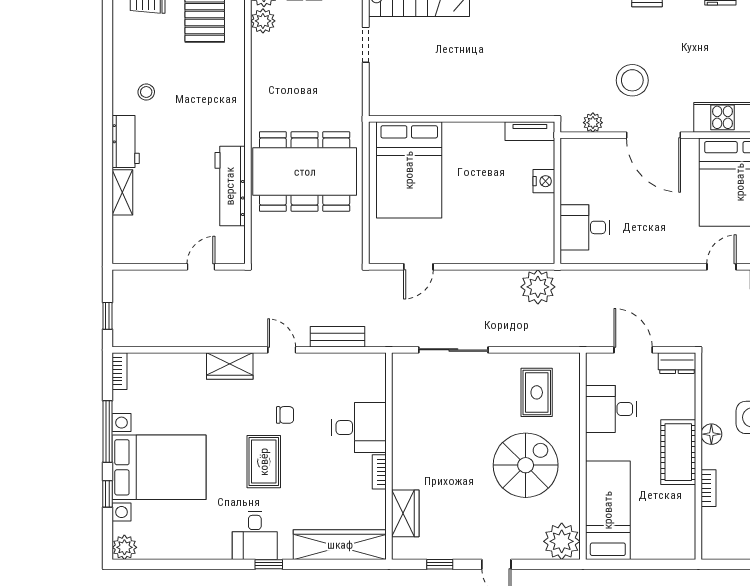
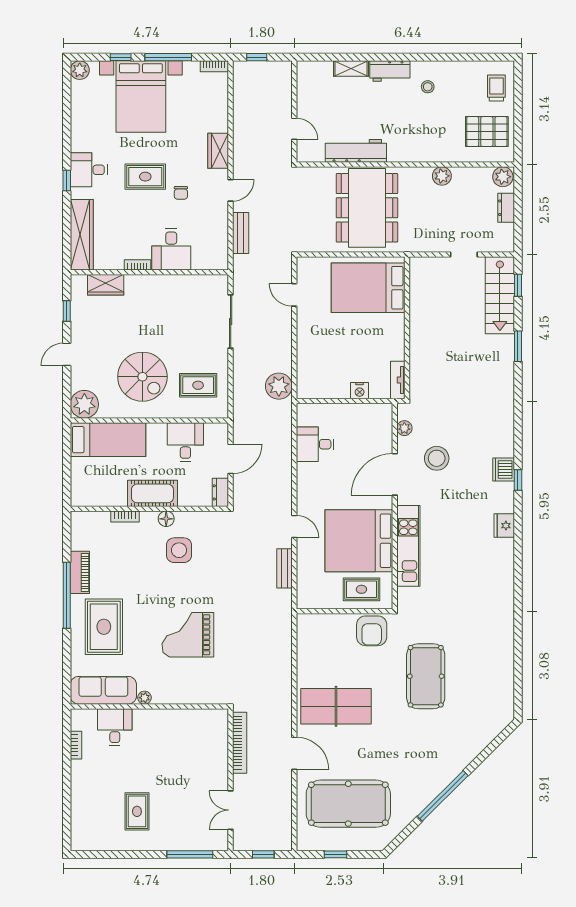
plant: (263, 21) -> (442, 176), moved
desk: (585, 227) -> (315, 444), moved, turned -90

